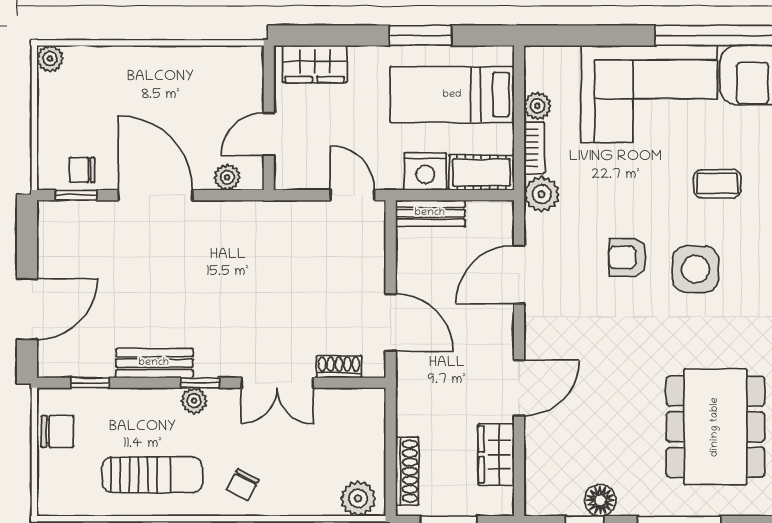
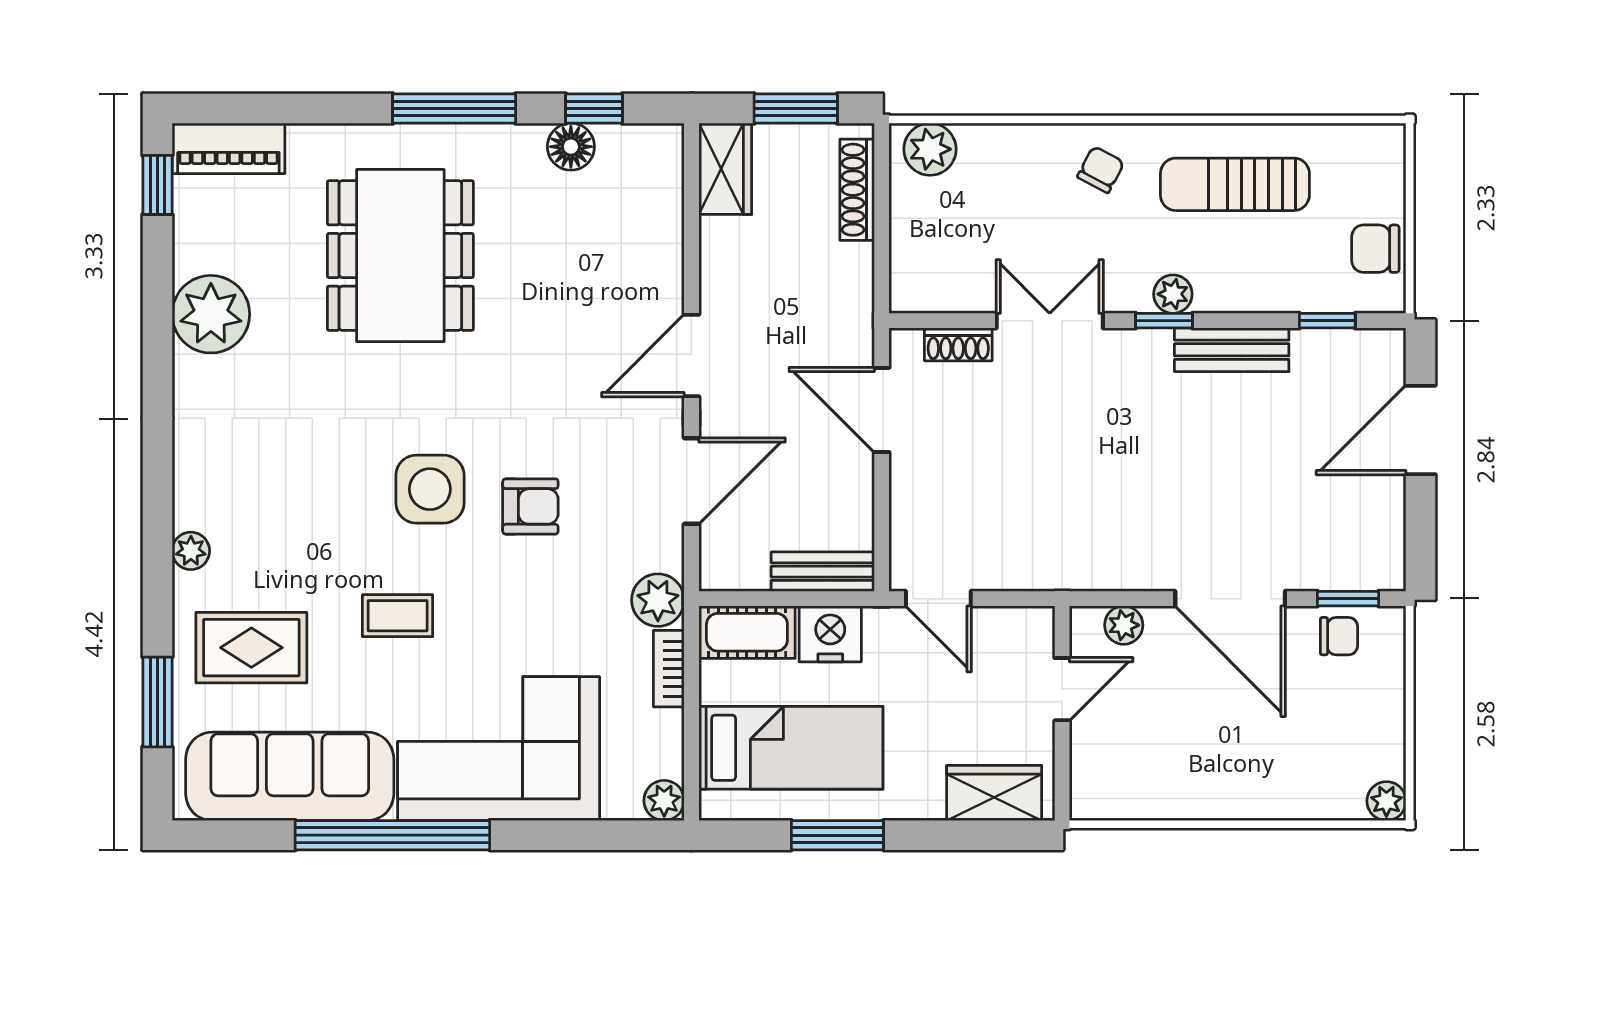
plant: (537, 106) -> (664, 800), moved
door: (519, 388) -> (691, 356), moved
wardrobe: (496, 455) -> (725, 169), moved

